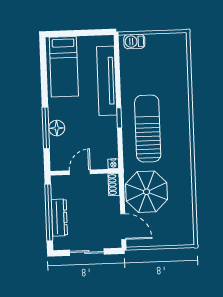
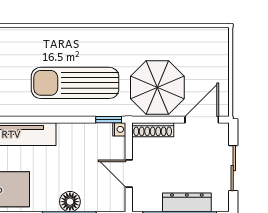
window: (119, 118) -> (109, 120), moved
shoe rack: (114, 185) -> (153, 130), width x1.43

